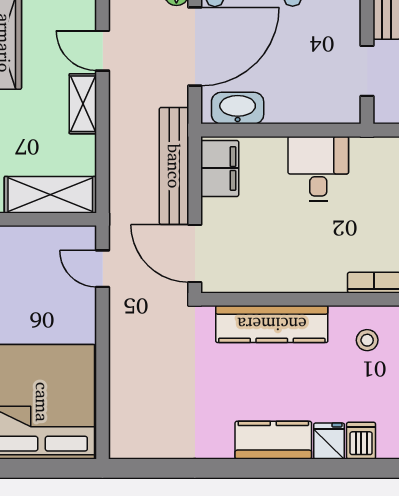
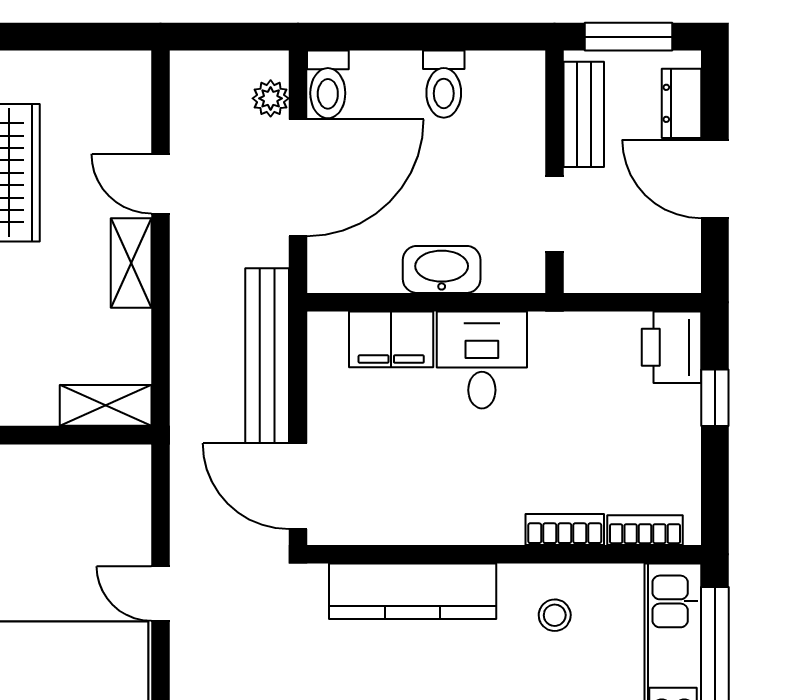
washbasin: (238, 108) -> (442, 269), moved
filing cabinet: (220, 168) -> (391, 339), moved, turned 90
shelving: (50, 195) -> (106, 405), width x0.67, depth x0.75
door: (103, 269) -> (160, 594), moved

